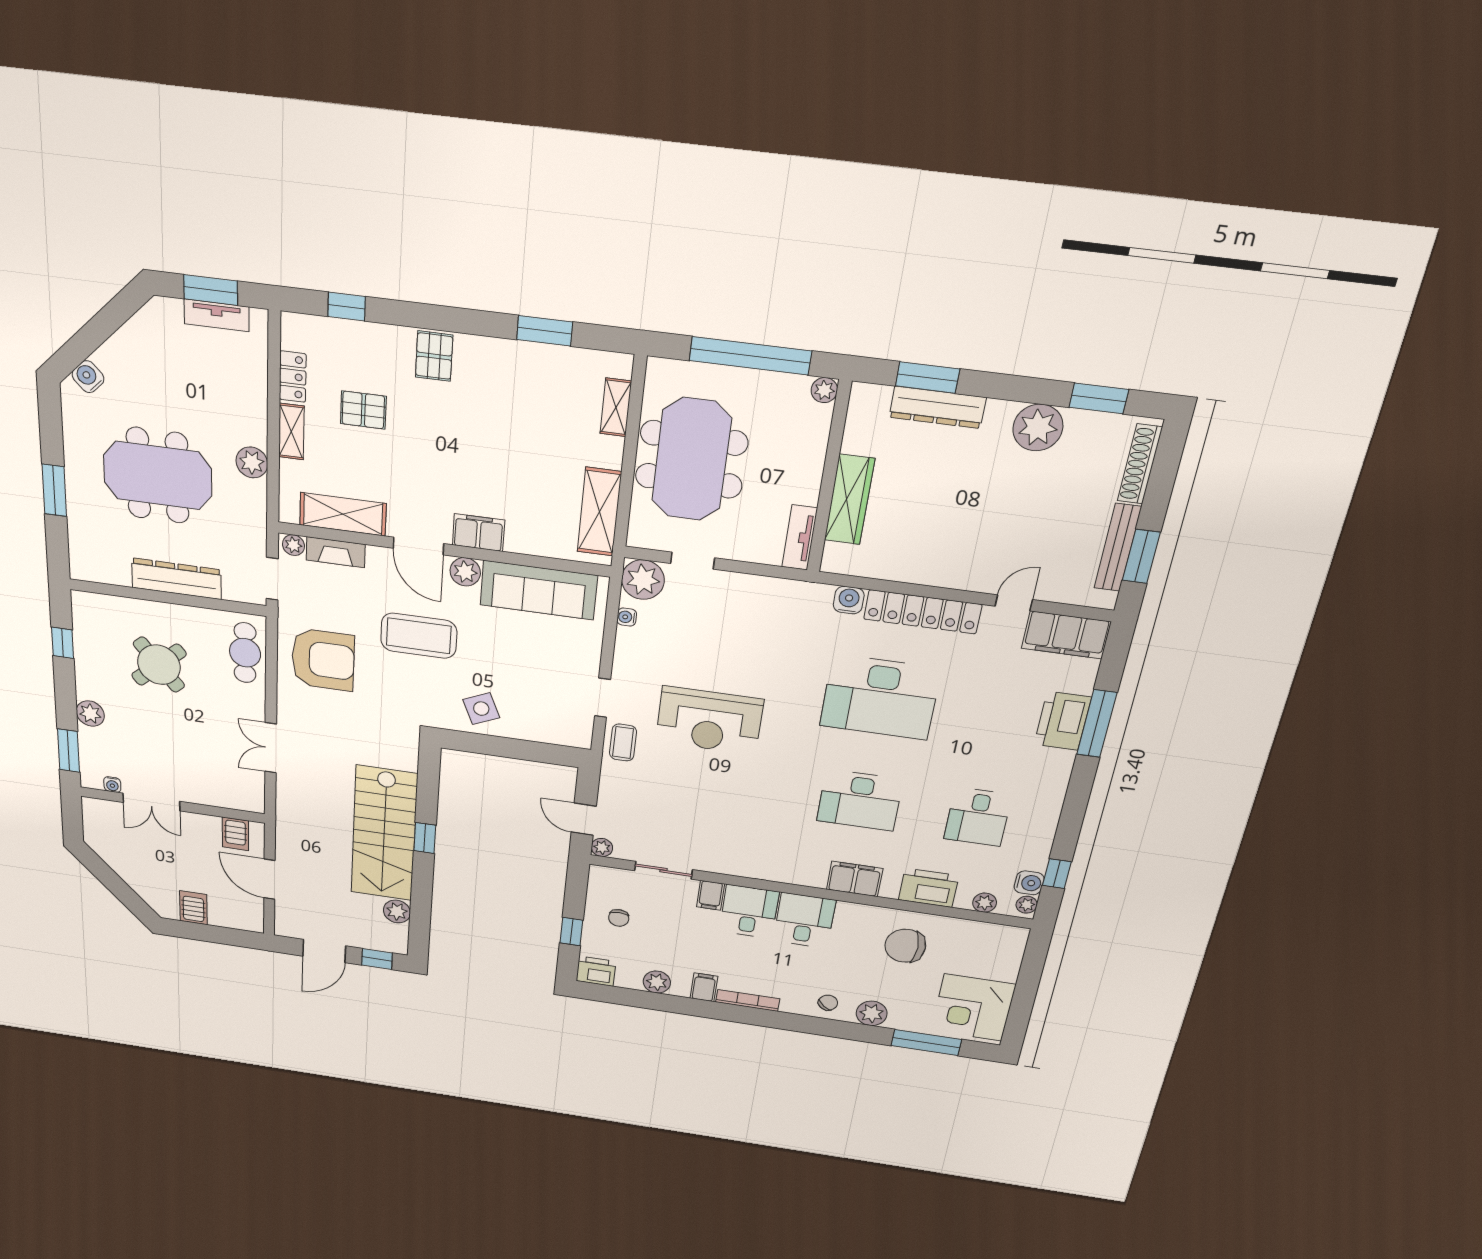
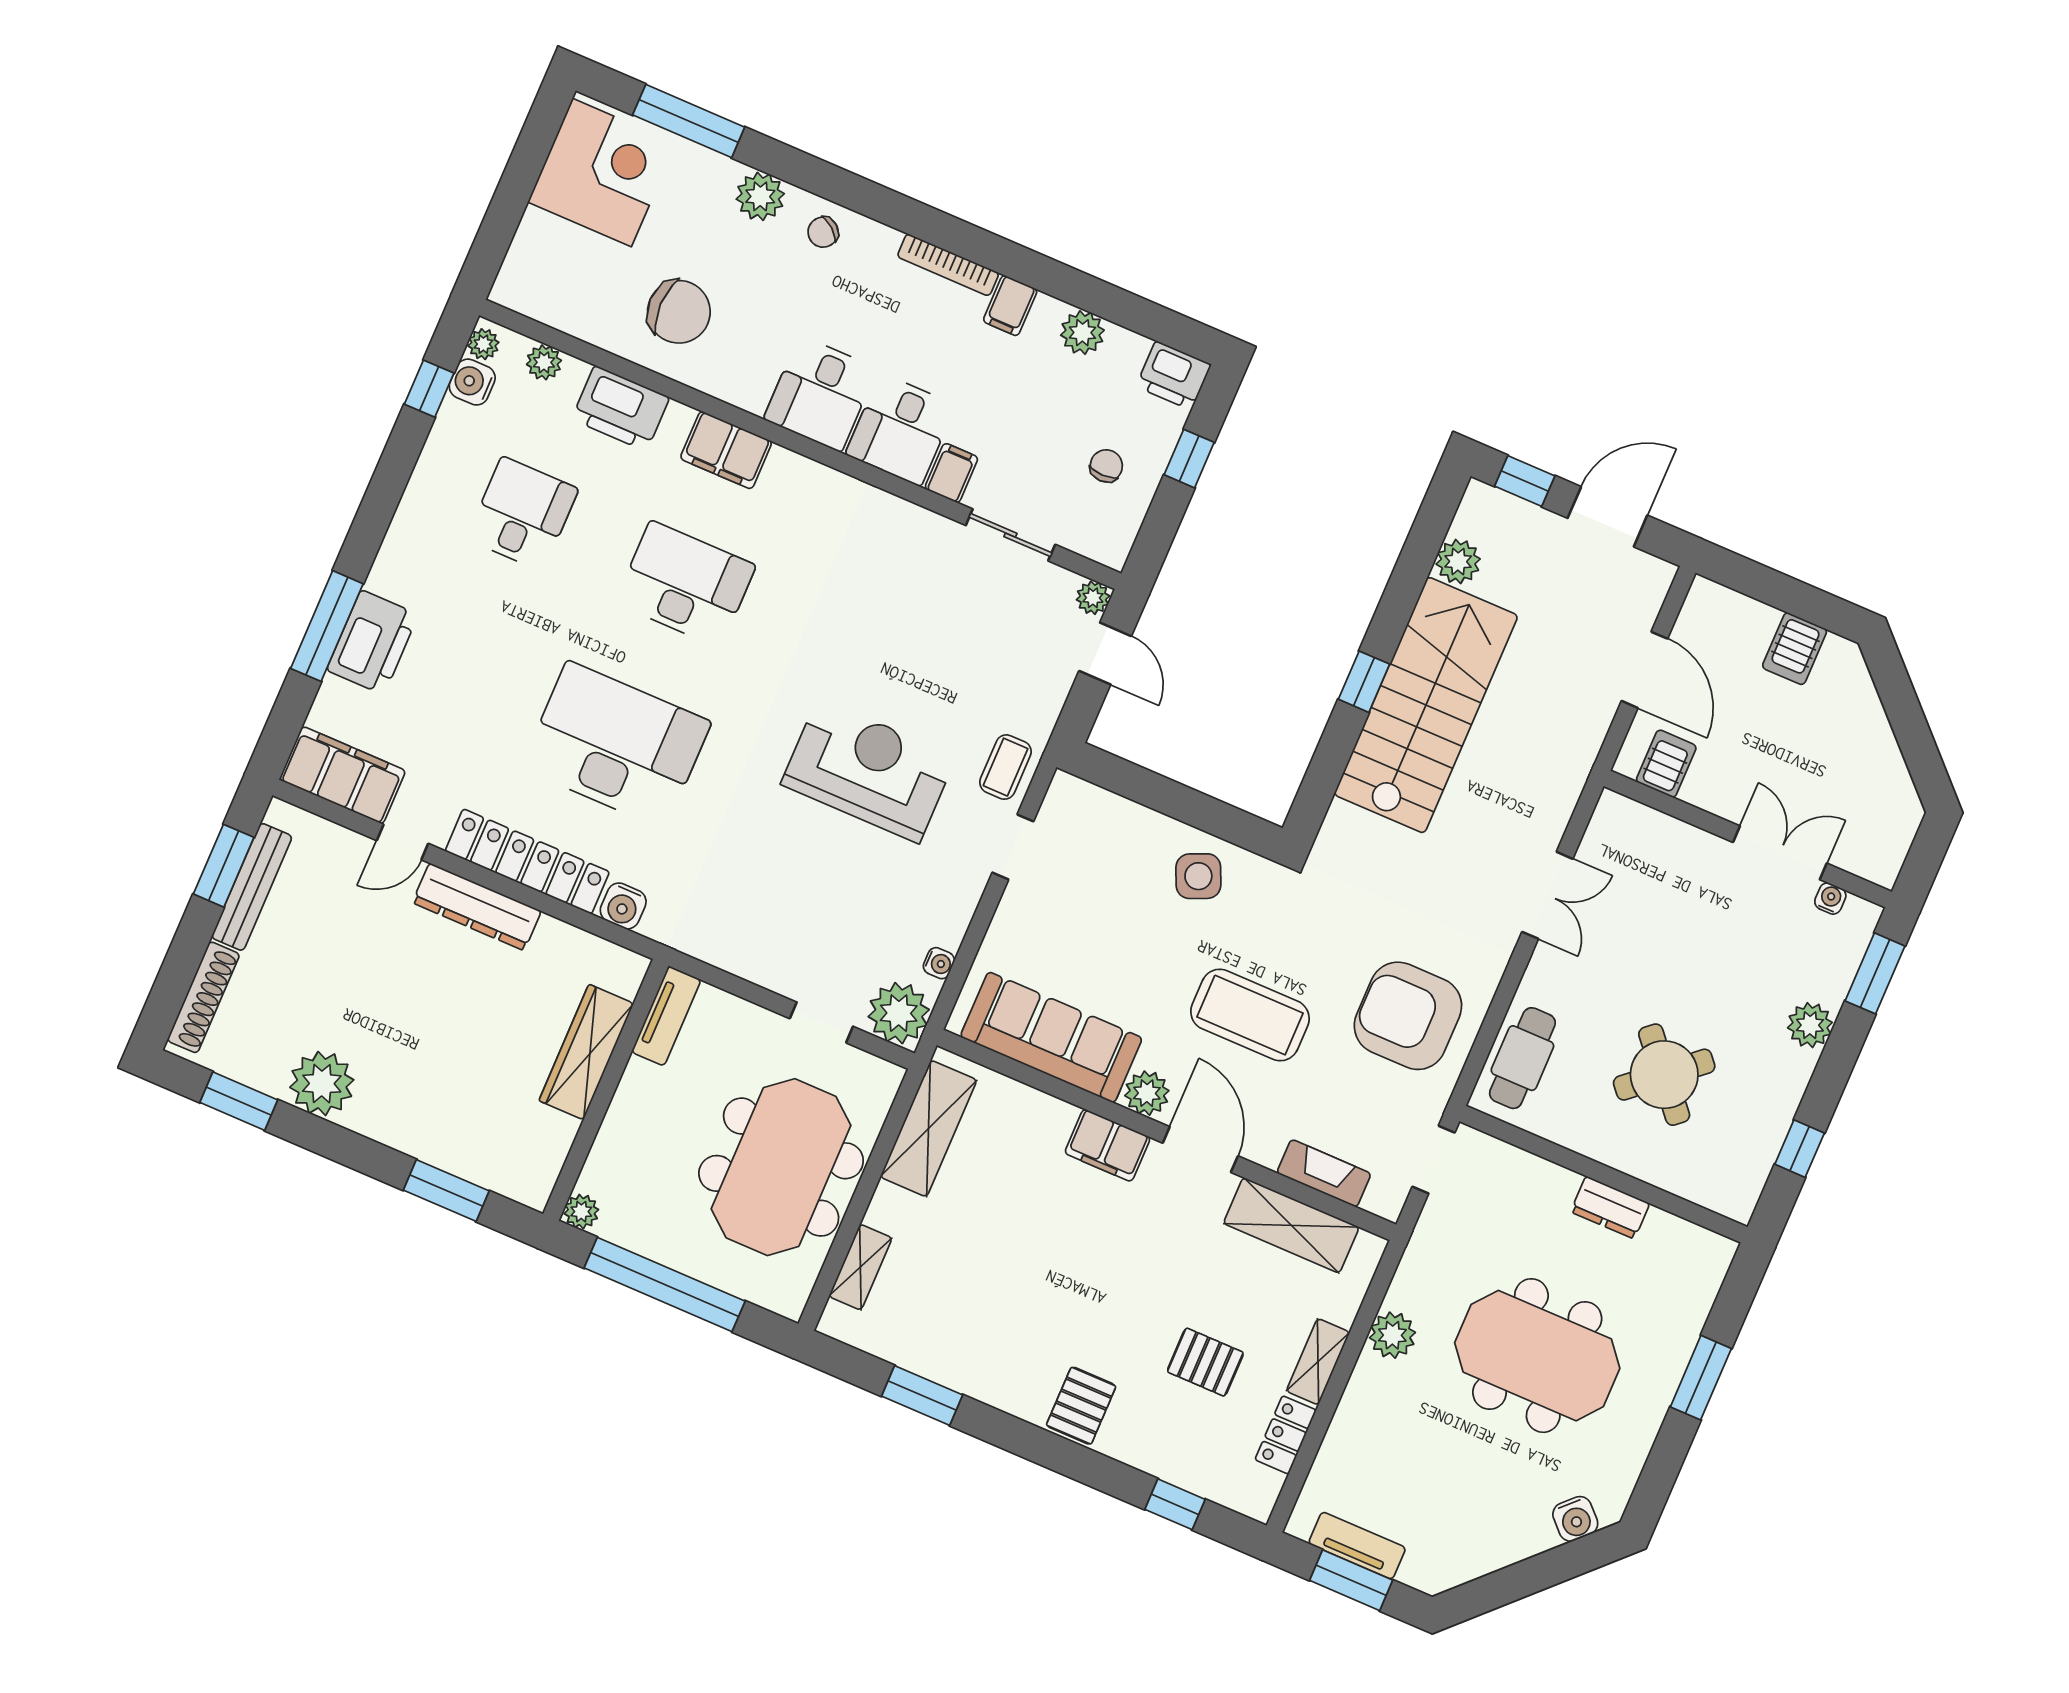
dresser: (937, 407) -> (477, 907), moved, turned 180
plant: (293, 545) -> (1381, 1201), removed
dresser: (177, 579) -> (1610, 1208), width x0.51, depth x0.80

